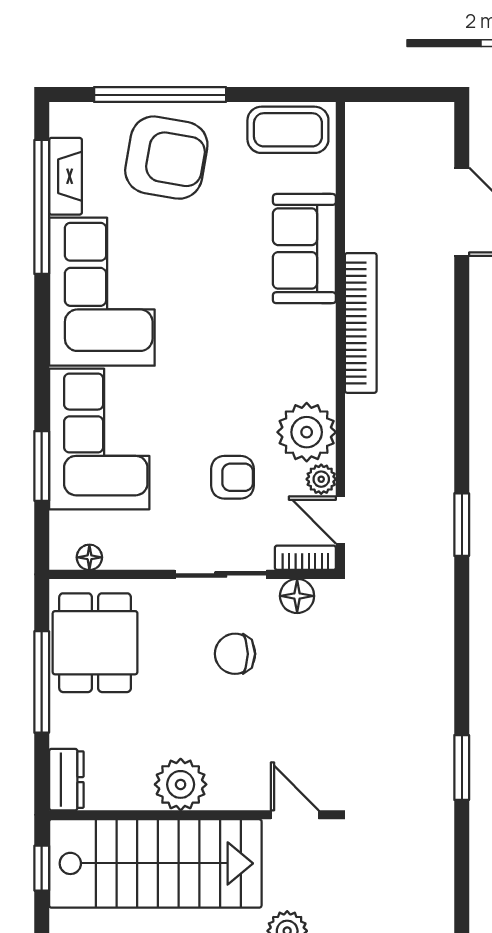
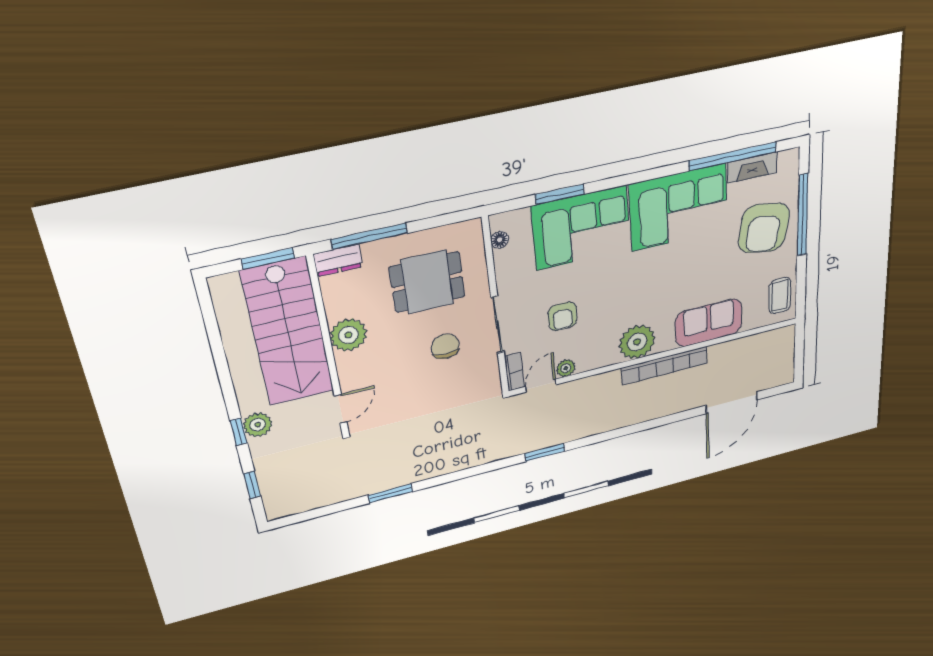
coffee table: (288, 130) -> (780, 296), width x0.73, depth x0.77
plant: (307, 432) -> (637, 342), moved
floor lamp: (297, 596) -> (489, 373), removed
dining table: (95, 643) -> (427, 282), moved
window: (42, 682) -> (369, 236), moved
window: (42, 868) -> (268, 259), width x1.50

